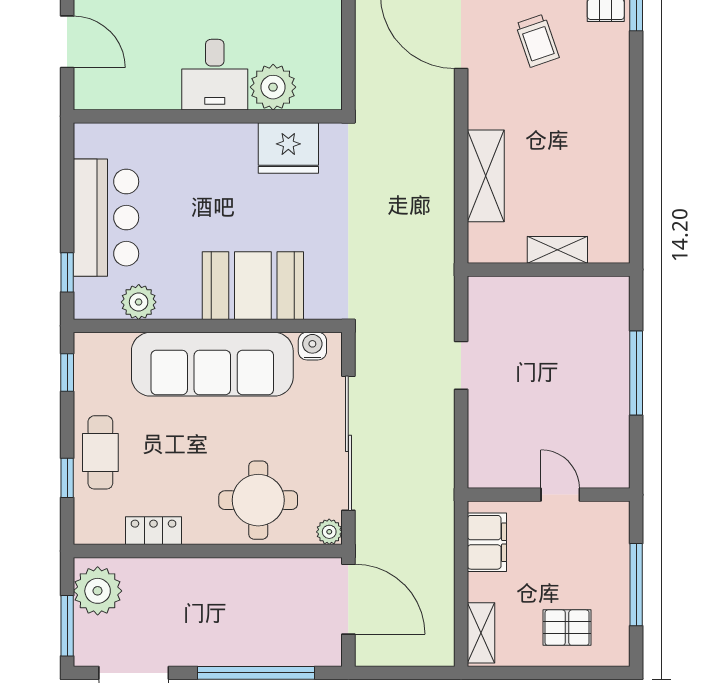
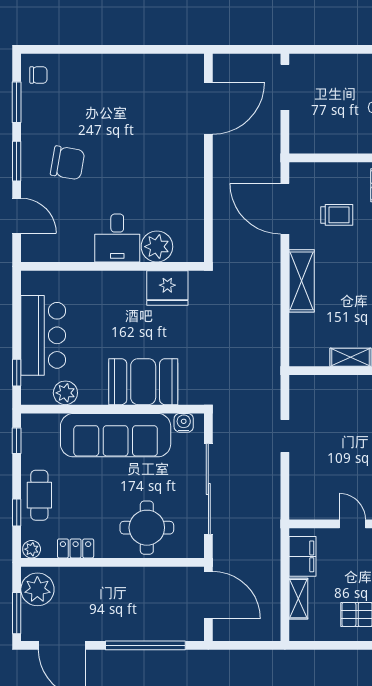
trolley: (537, 41) -> (337, 215), turned -71
shelving: (486, 176) -> (302, 281), moved
plant: (329, 532) -> (32, 549), moved
shelving: (481, 633) -> (298, 599), moved

